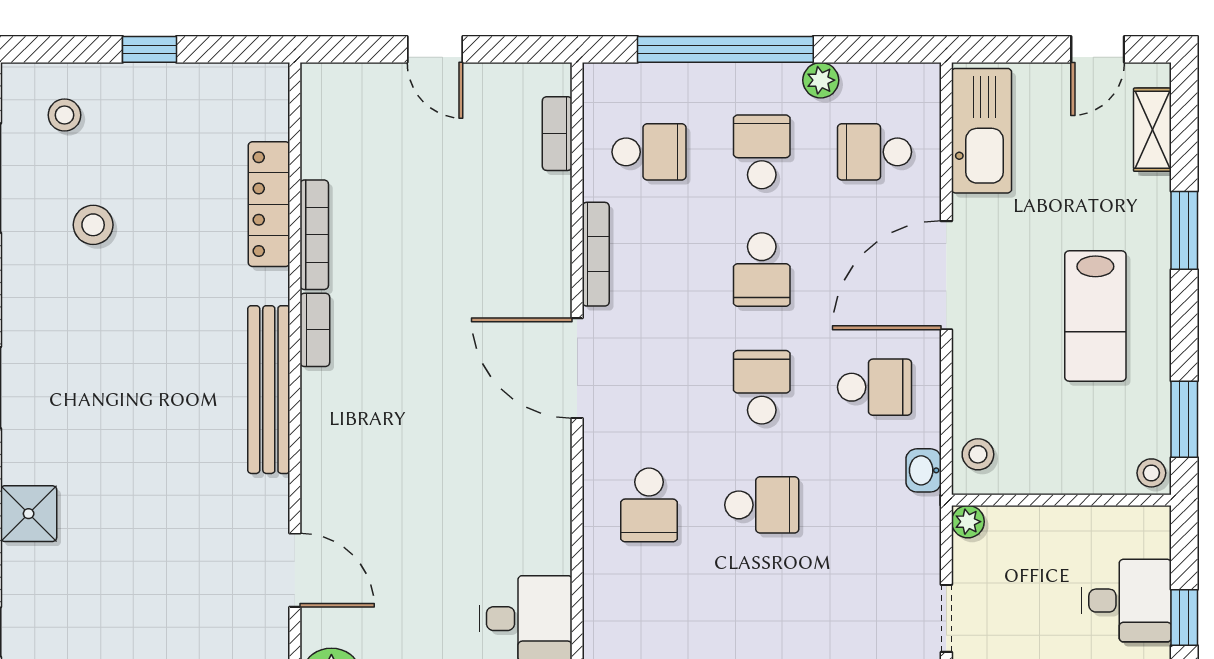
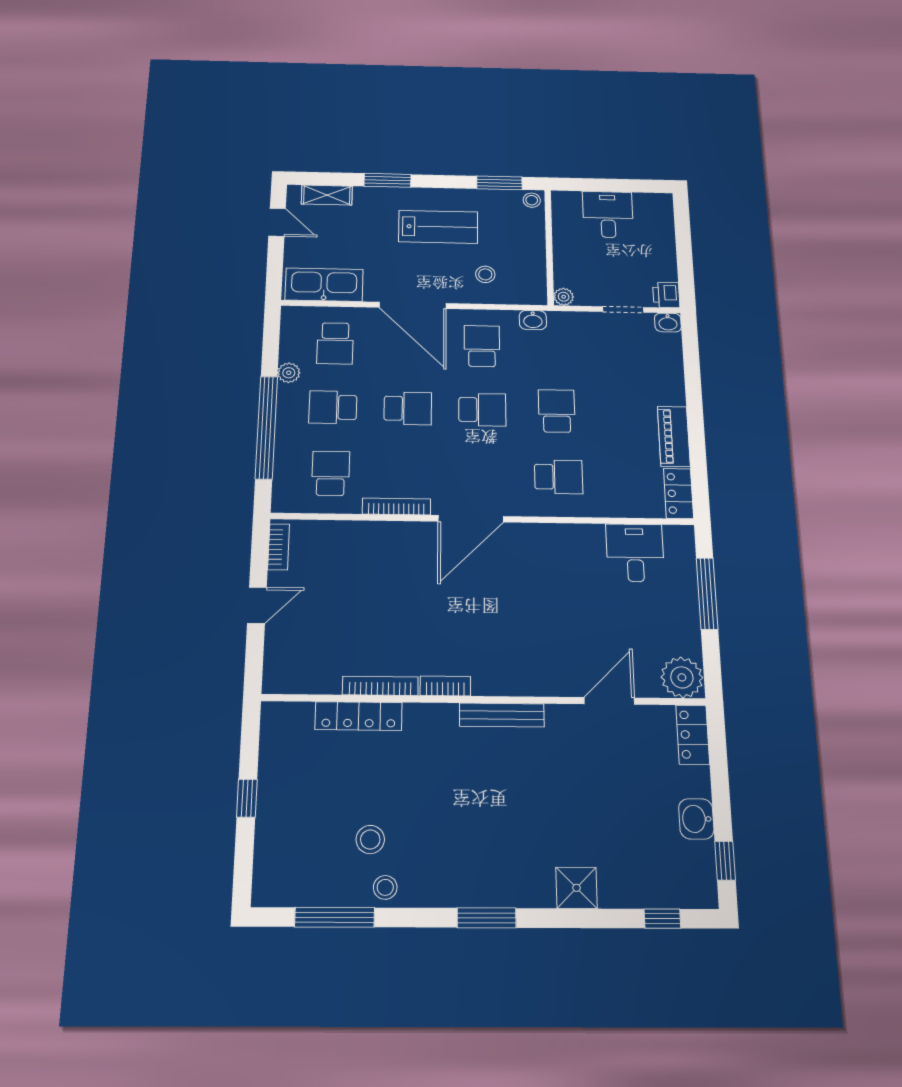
stool: (65, 115) -> (385, 887), moved
bookcase: (557, 134) -> (279, 547), moved, turned -90
school desk: (762, 387) -> (482, 410), turned 180
bench: (269, 390) -> (502, 715), width x0.73, depth x0.82
stool: (978, 454) -> (485, 274), moved
window: (1184, 617) -> (617, 185), removed

